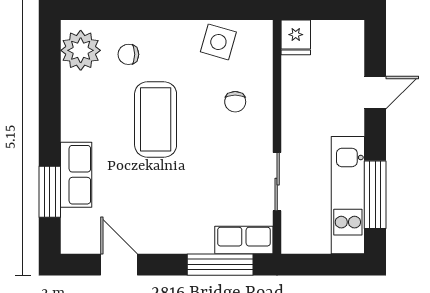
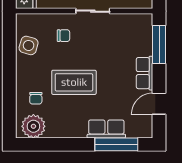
sliding door: (277, 182) -> (93, 11), moved
window: (50, 192) -> (116, 144), width x1.44
row of seats: (244, 240) -> (145, 73), moved

